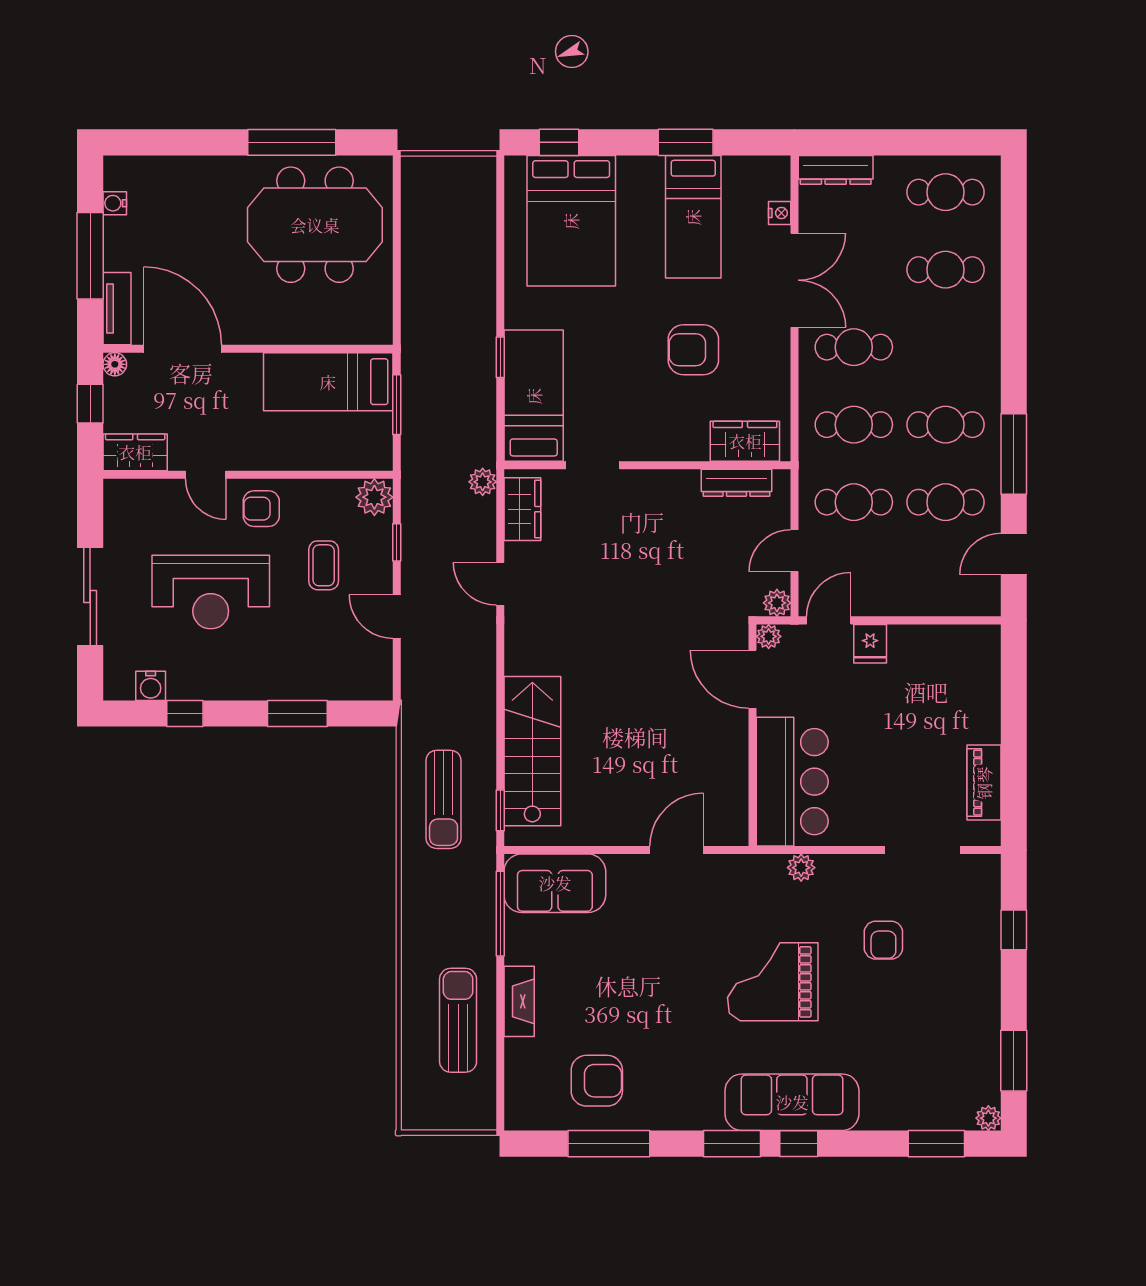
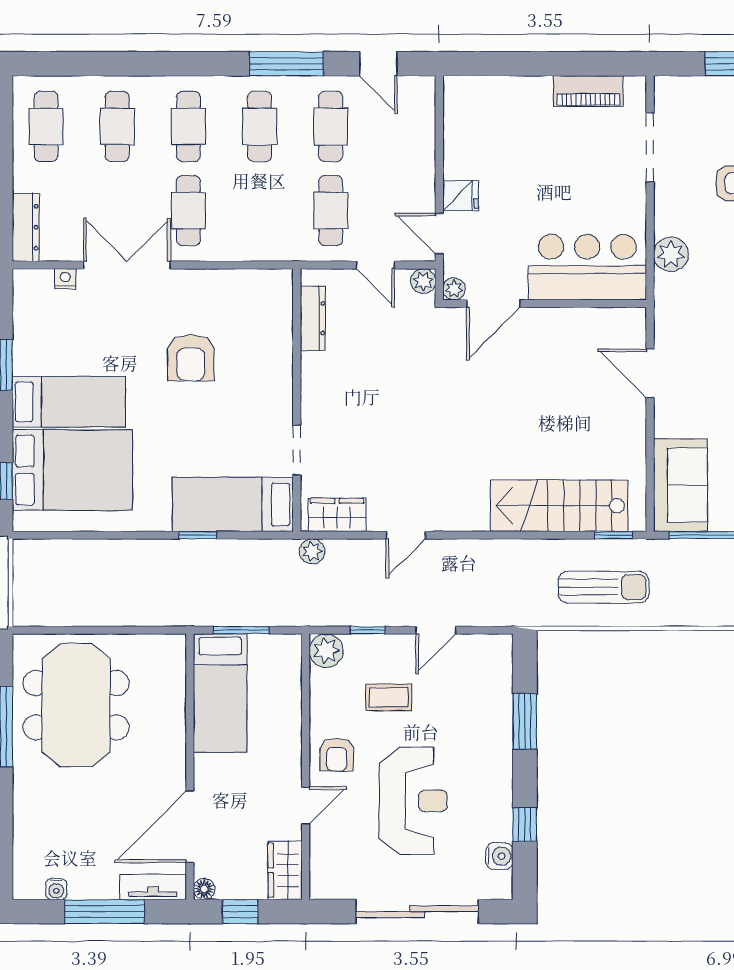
bed: (693, 217) -> (69, 402), moved
cafe table: (854, 425) -> (188, 126), moved
wardrobe: (745, 441) -> (275, 310), removed
sliding door: (90, 597) -> (417, 912), width x1.36
plant: (801, 868) -> (671, 254), width x1.38, depth x1.38

